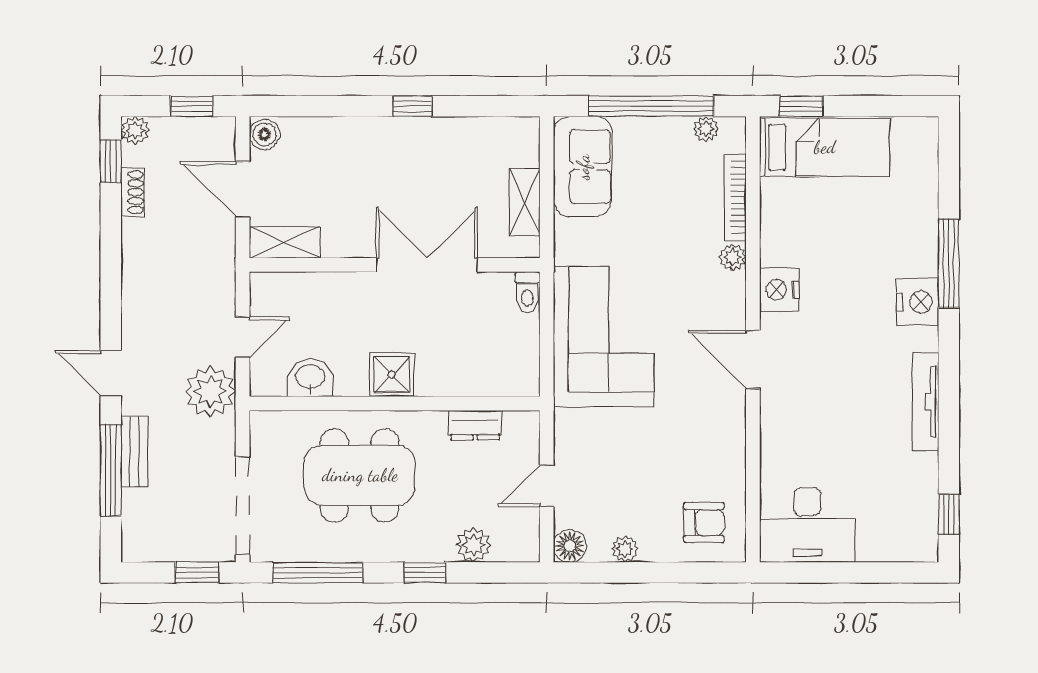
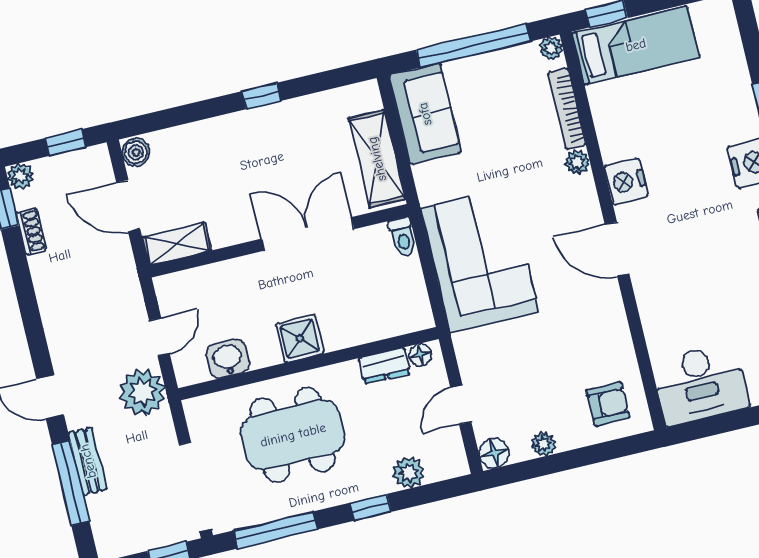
plant: (706, 129) -> (551, 48), moved
shelving: (525, 202) -> (377, 159), width x1.50, depth x1.33
floor lamp: (516, 422) -> (420, 355), added

